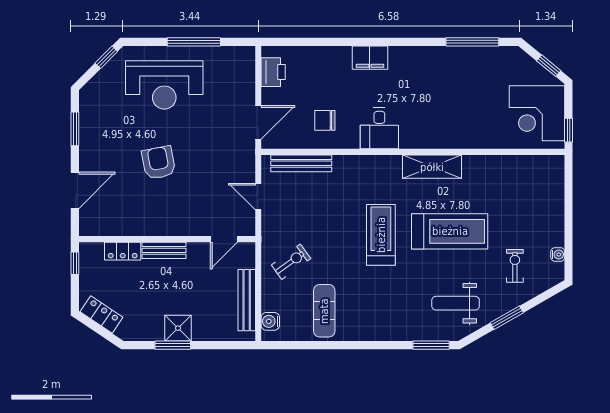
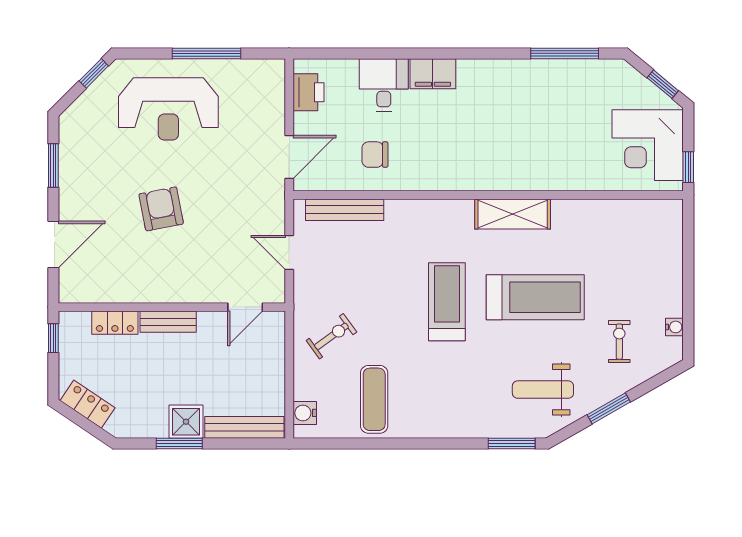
desk: (379, 128) -> (384, 85), moved, turned 180
bench: (247, 300) -> (244, 427), moved, turned 90

